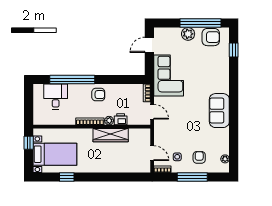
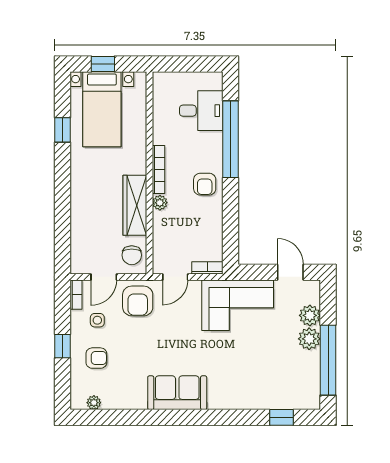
plant: (175, 34) -> (310, 315), added
armchair: (211, 37) -> (138, 301), moved
printer: (121, 119) -> (162, 223), removed
chair: (140, 137) -> (132, 255), added
window: (29, 143) -> (103, 64), moved
window: (192, 177) -> (62, 346), width x0.46

